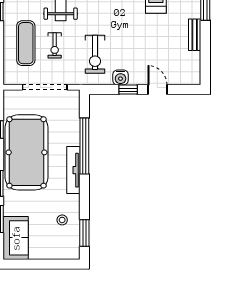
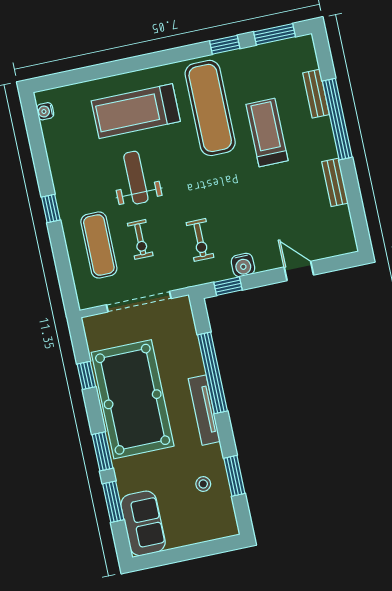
exercise bike: (95, 54) -> (200, 240), width x0.73, depth x0.72
window: (128, 90) -> (228, 286), moved
window: (84, 233) -> (234, 476), moved

